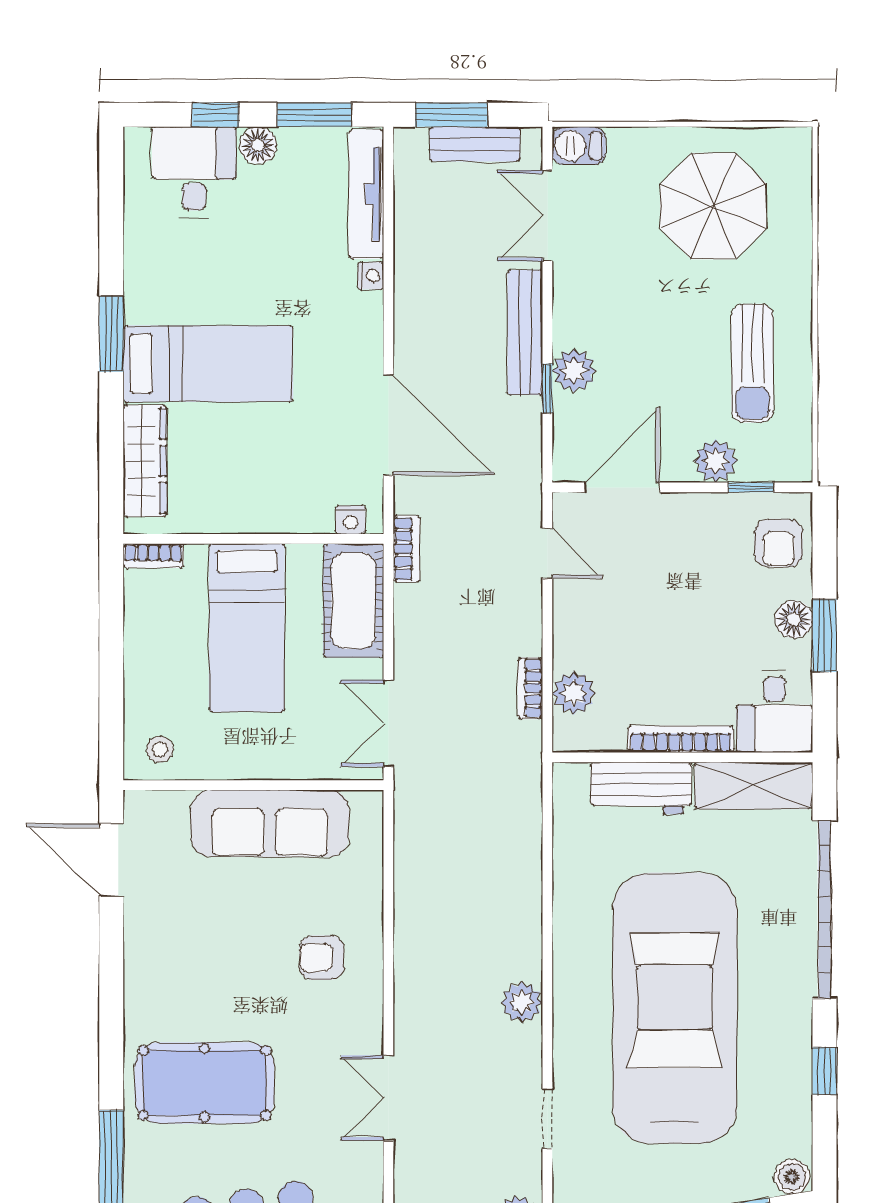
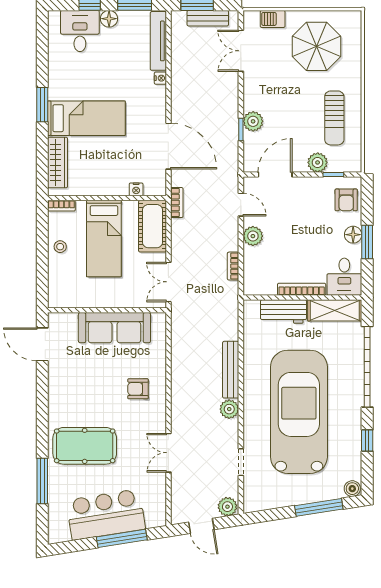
barbecue: (579, 146) -> (273, 19), moved
bench: (525, 332) -> (231, 370), moved
nightstand: (350, 520) -> (136, 189), moved
plant: (574, 693) -> (253, 236), moved
stool: (160, 749) -> (60, 247), moved

